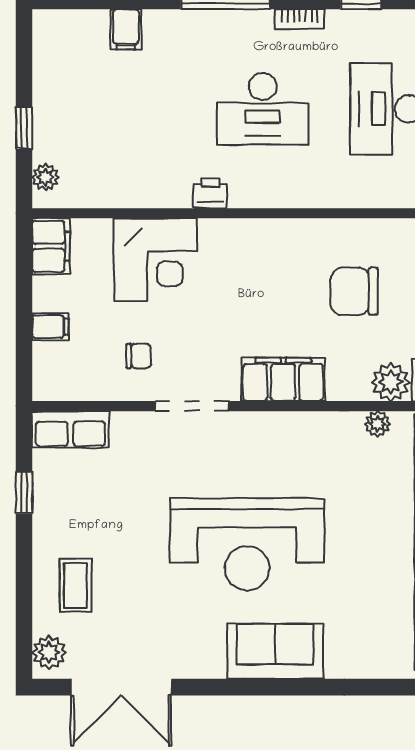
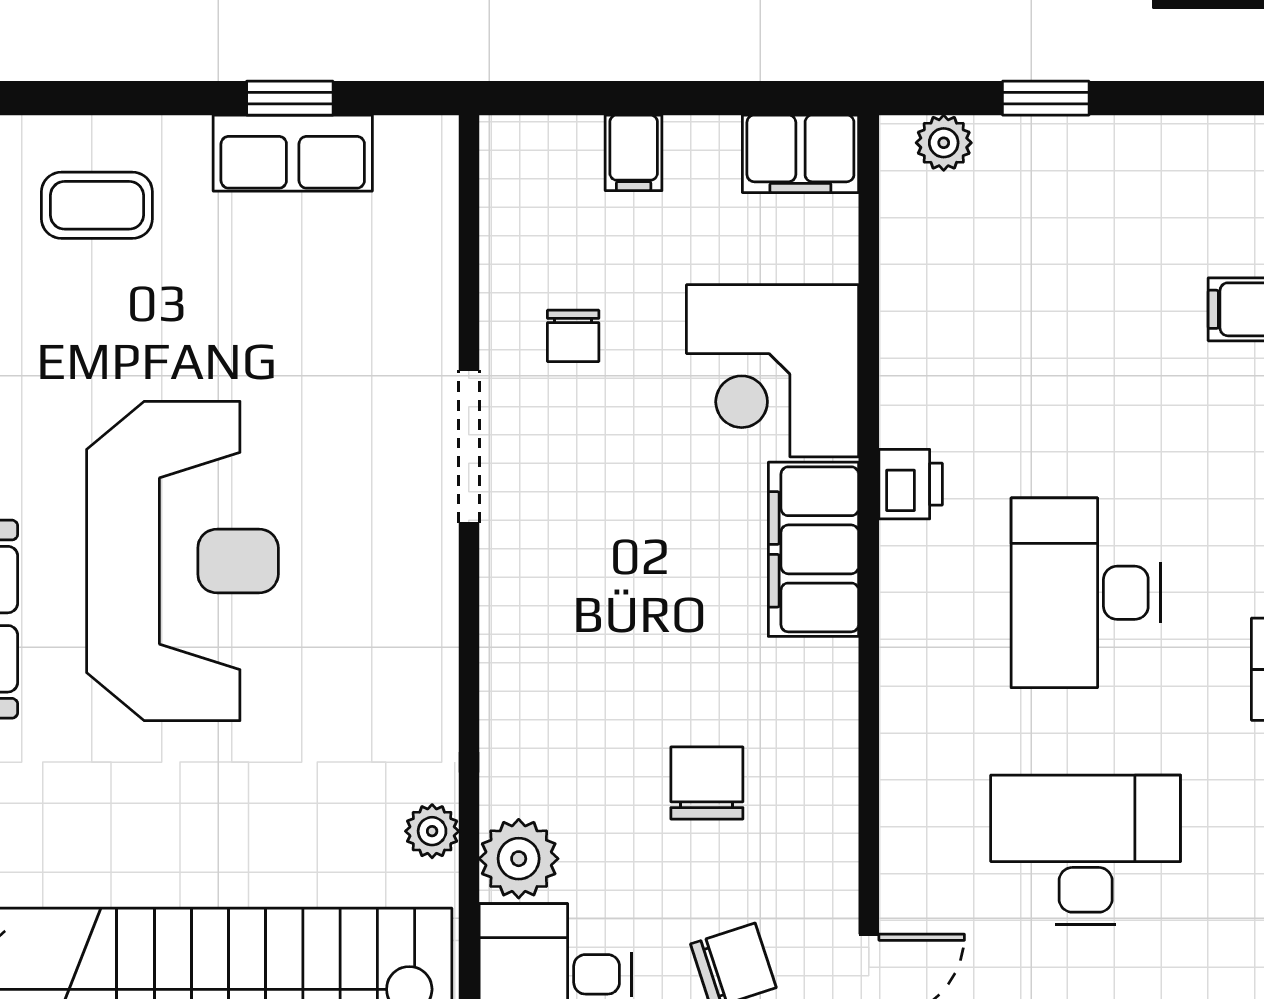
chair: (354, 291) -> (707, 783), width x0.73, depth x0.73
filing cabinet: (283, 379) -> (813, 549), moved, turned 180
row of seats: (71, 429) -> (293, 153), moved, turned -90
reception desk: (247, 544) -> (182, 561), turned 180

